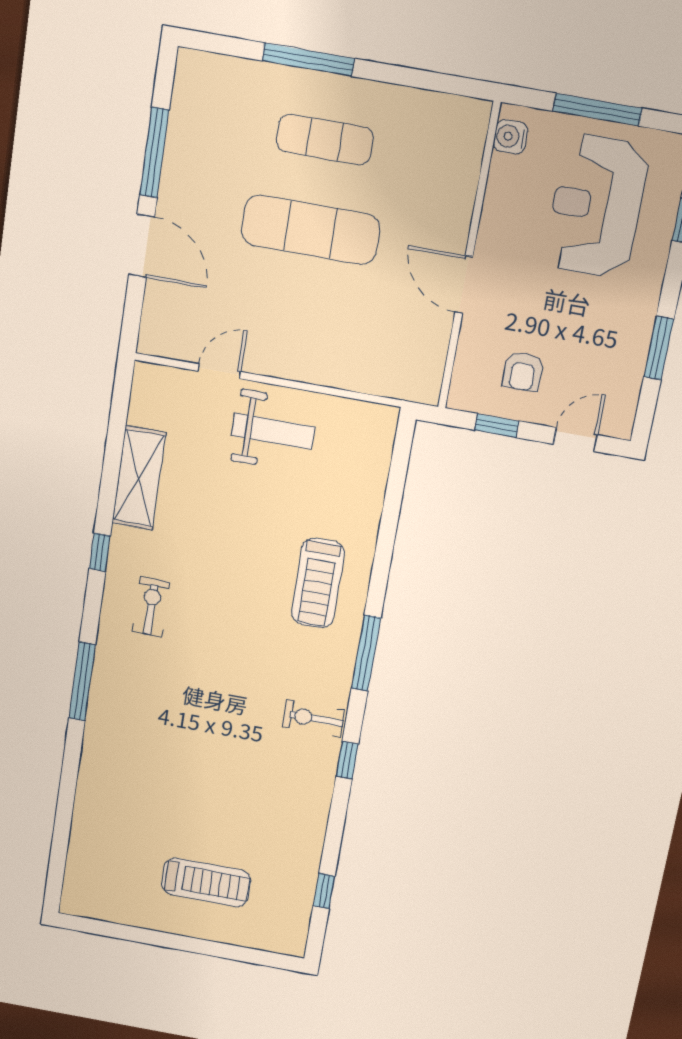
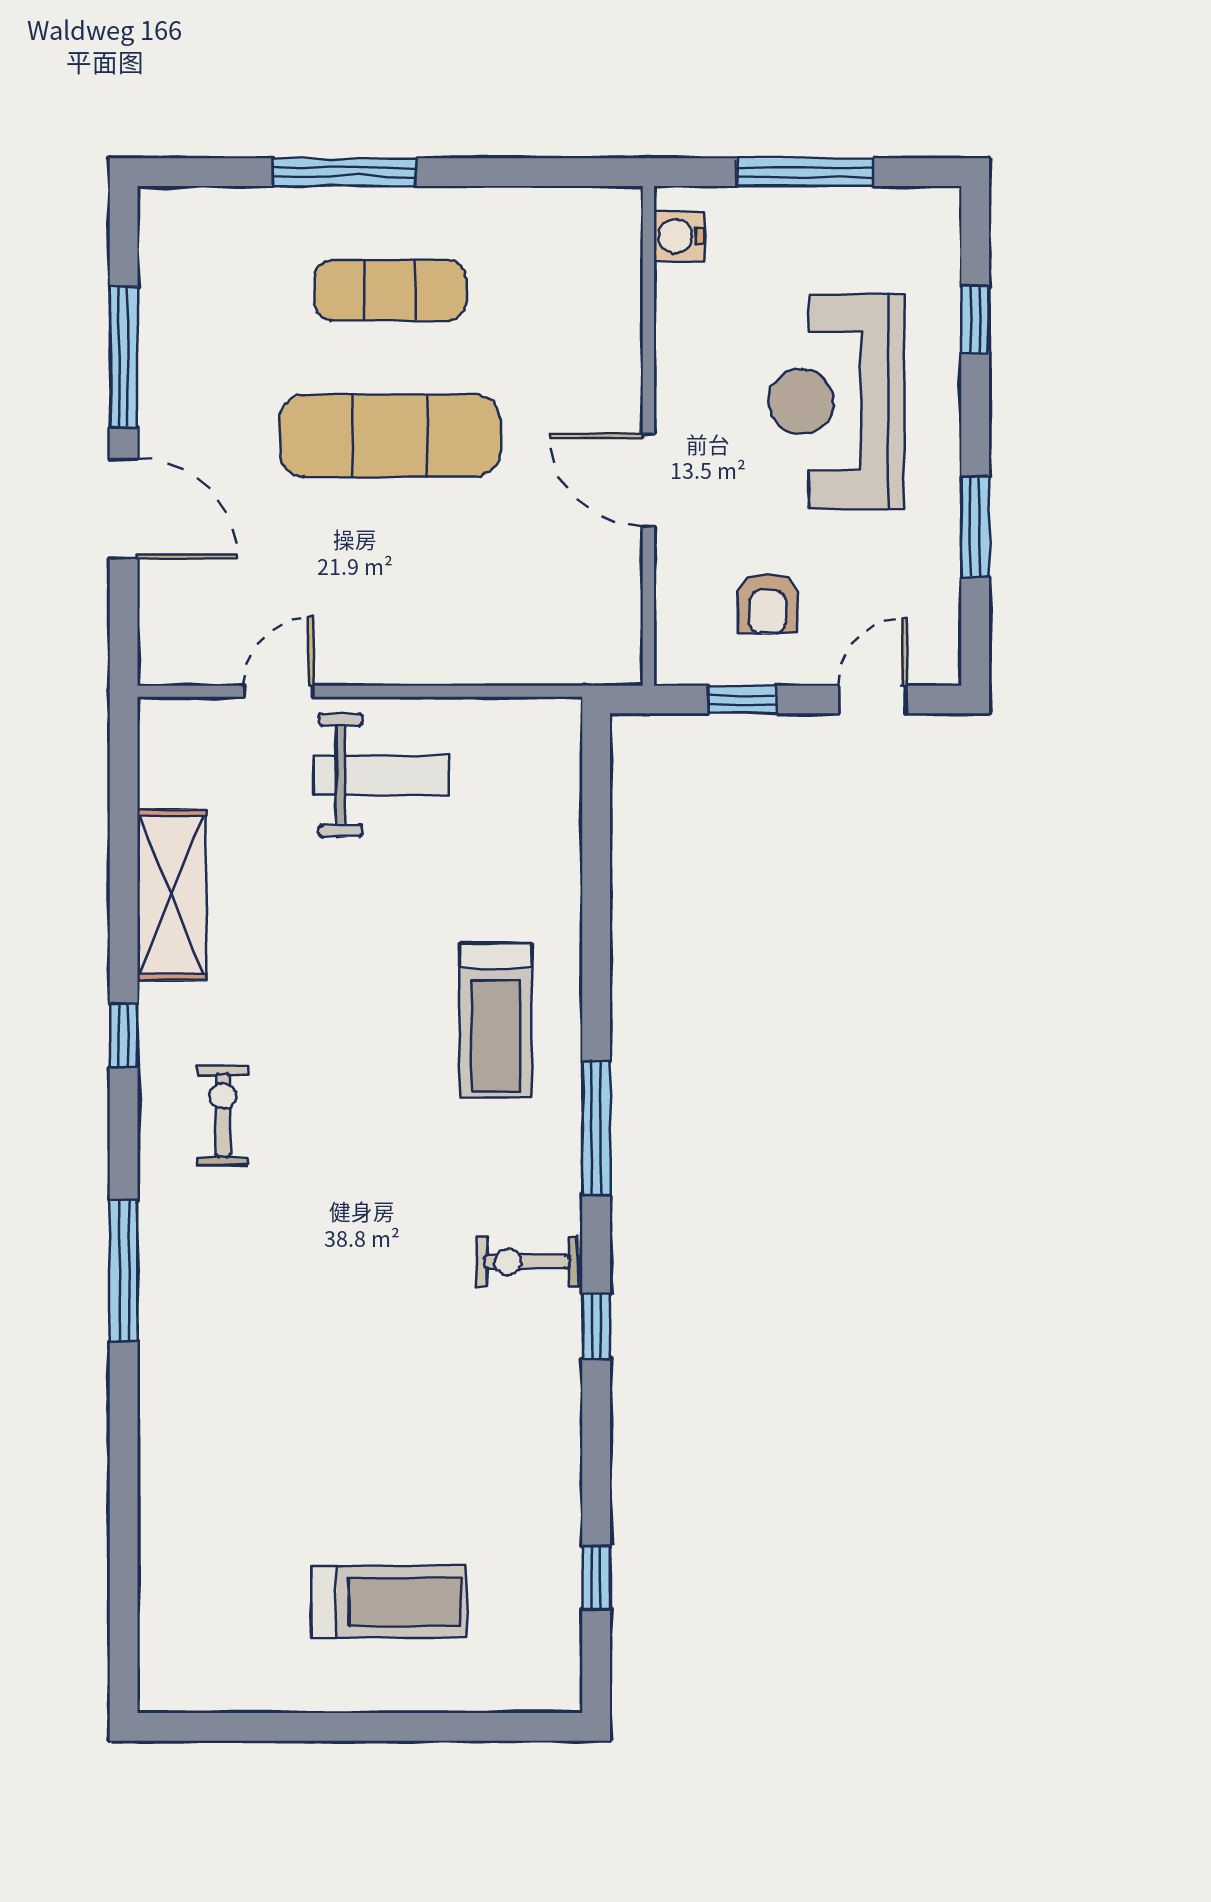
reception desk: (596, 206) -> (836, 402), moved

